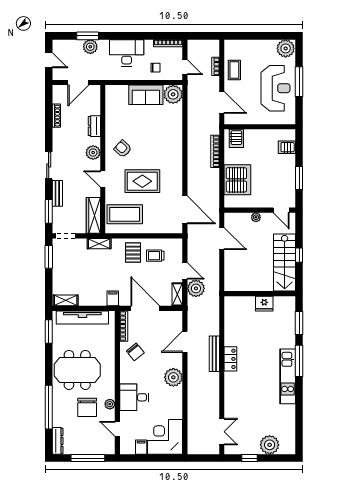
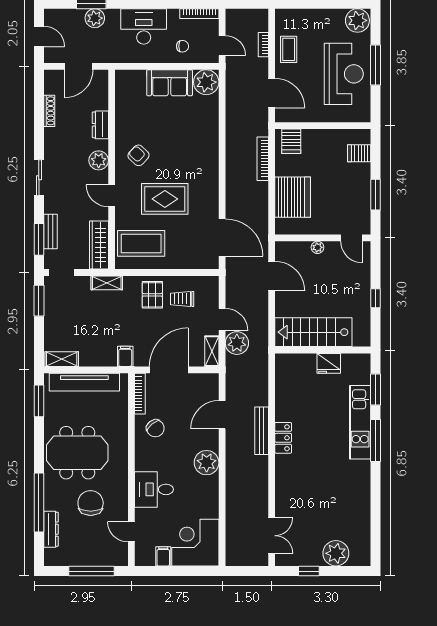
bench: (57, 193) -> (51, 232), moved
stairs: (285, 262) -> (313, 332), moved, turned 90
door: (145, 308) -> (169, 370), hinge flipped
kitchen unit: (288, 376) -> (360, 422), moved
plant: (110, 404) -> (121, 499), removed
chair: (87, 407) -> (91, 503), turned 180
dresser: (58, 441) -> (51, 529), moved

